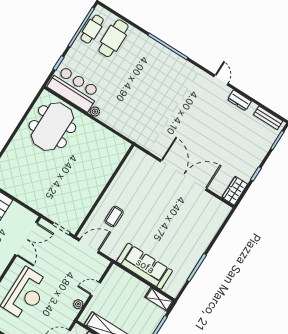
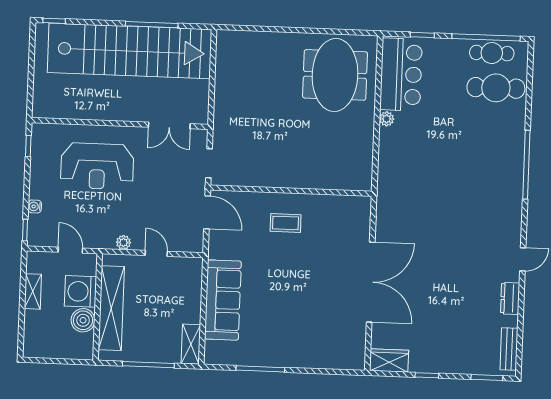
meeting table: (52, 127) -> (335, 75), turned 90
coffee table: (114, 217) -> (286, 223), moved
double door: (26, 239) -> (169, 125), width x0.73

